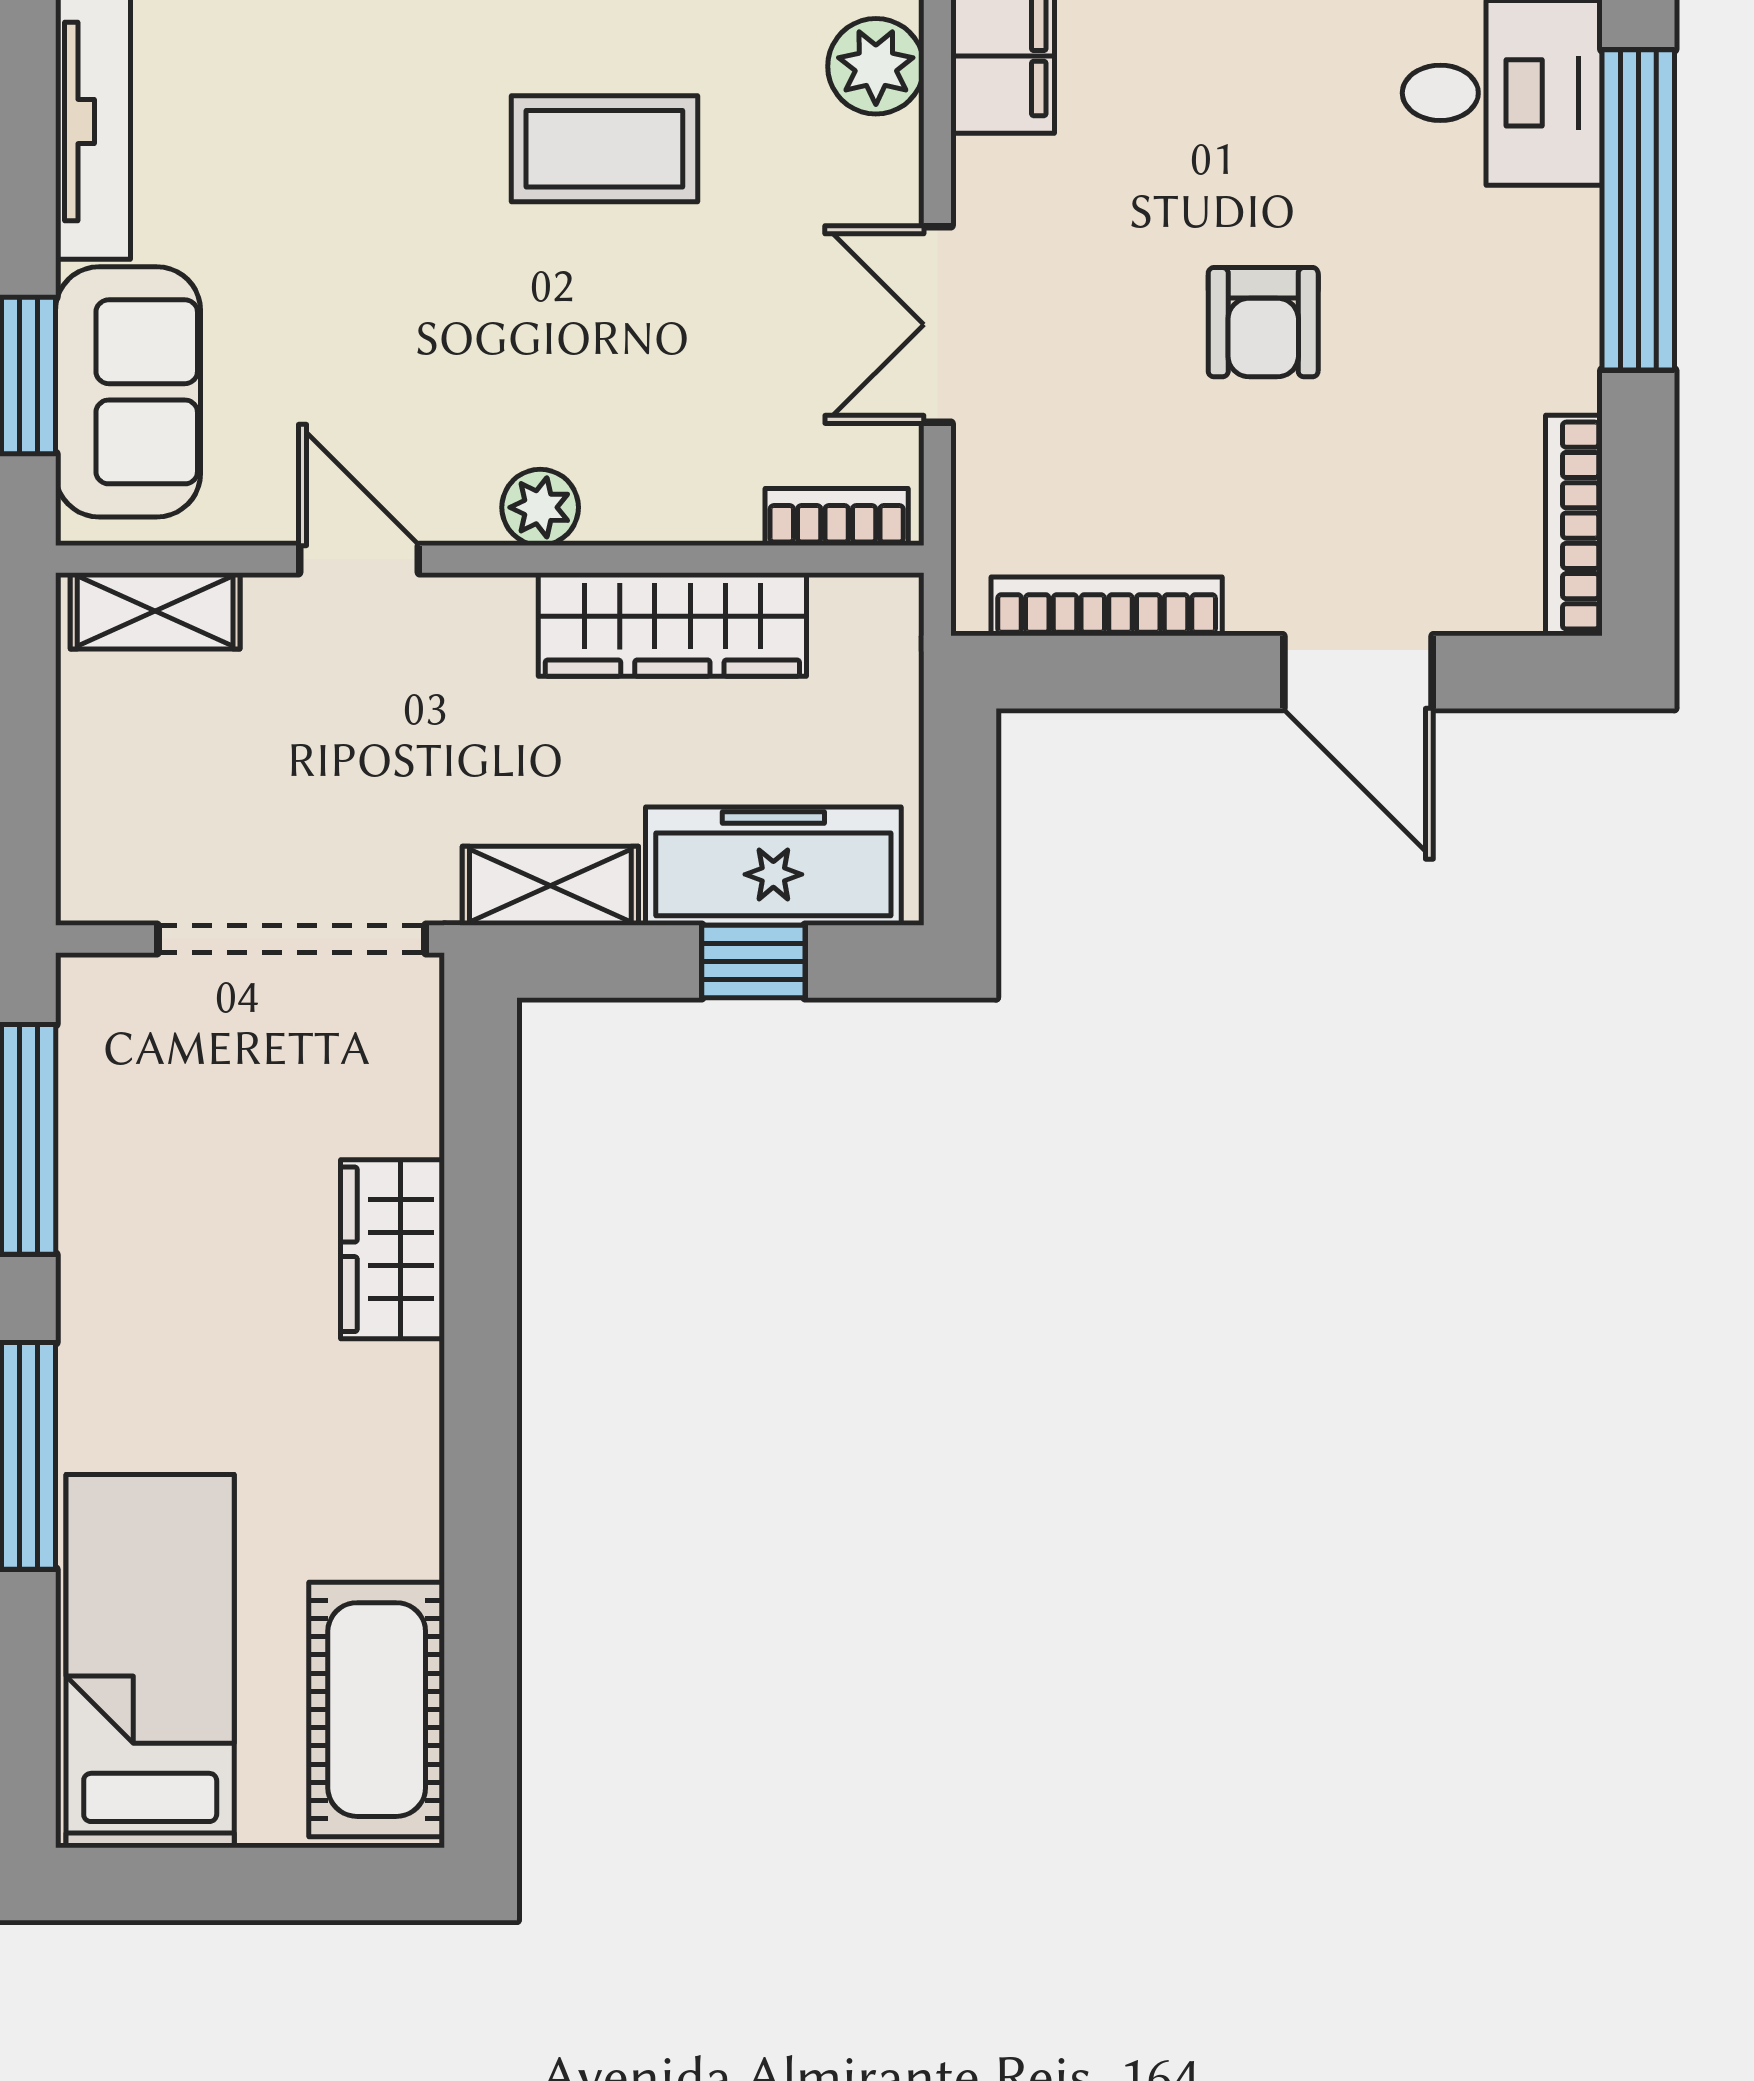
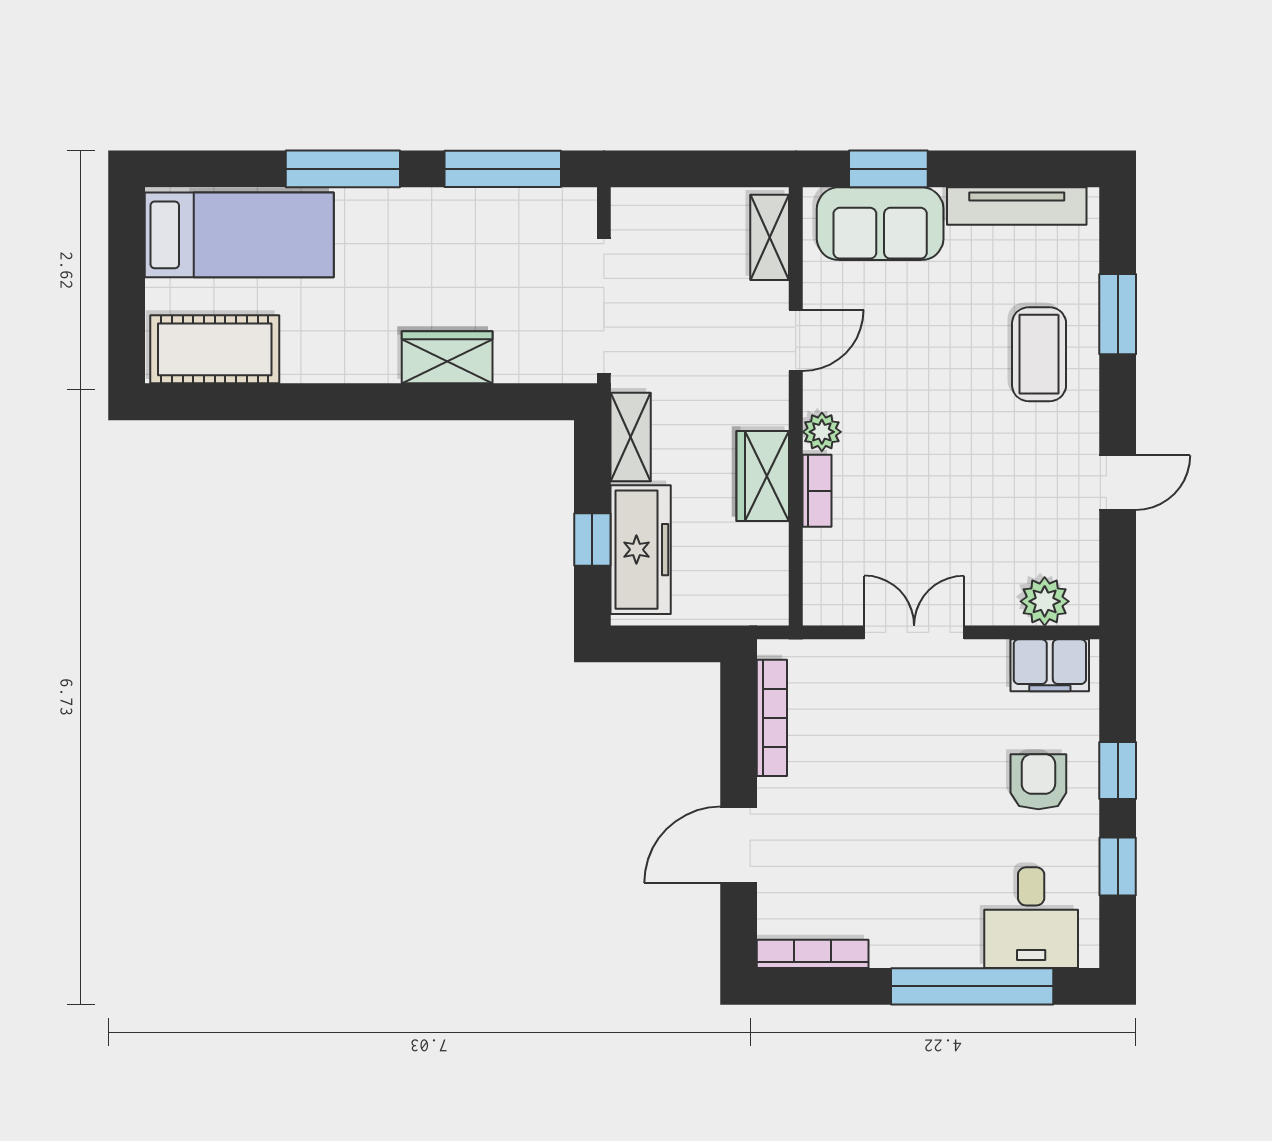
coffee table: (604, 149) -> (1039, 354), moved
armchair: (1263, 322) -> (1038, 782), moved, turned 90
bookcase: (837, 517) -> (817, 491), moved
wardrobe: (672, 625) -> (763, 476), width x0.67

